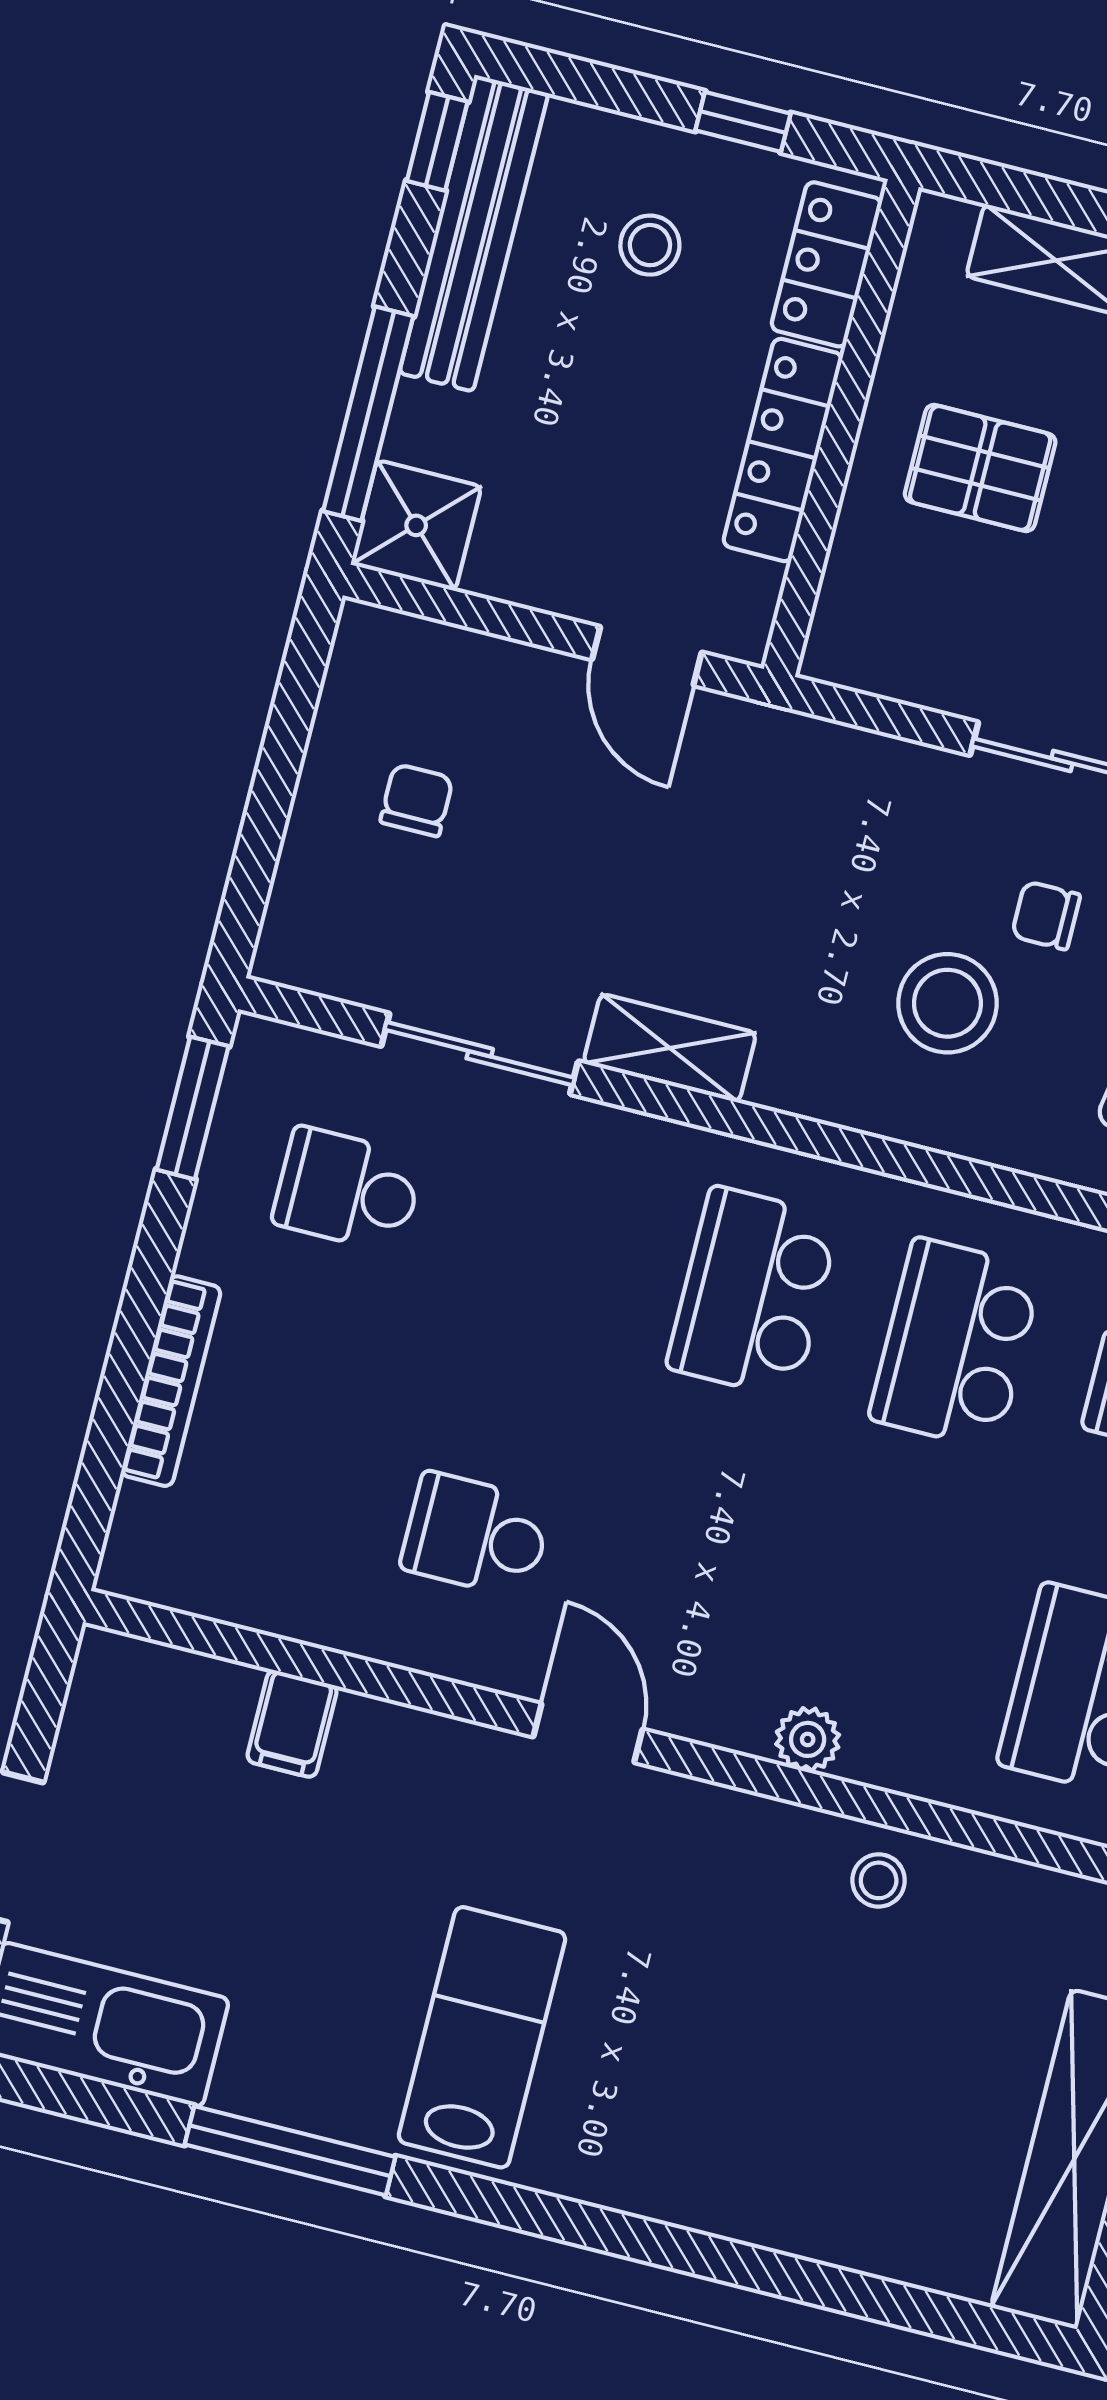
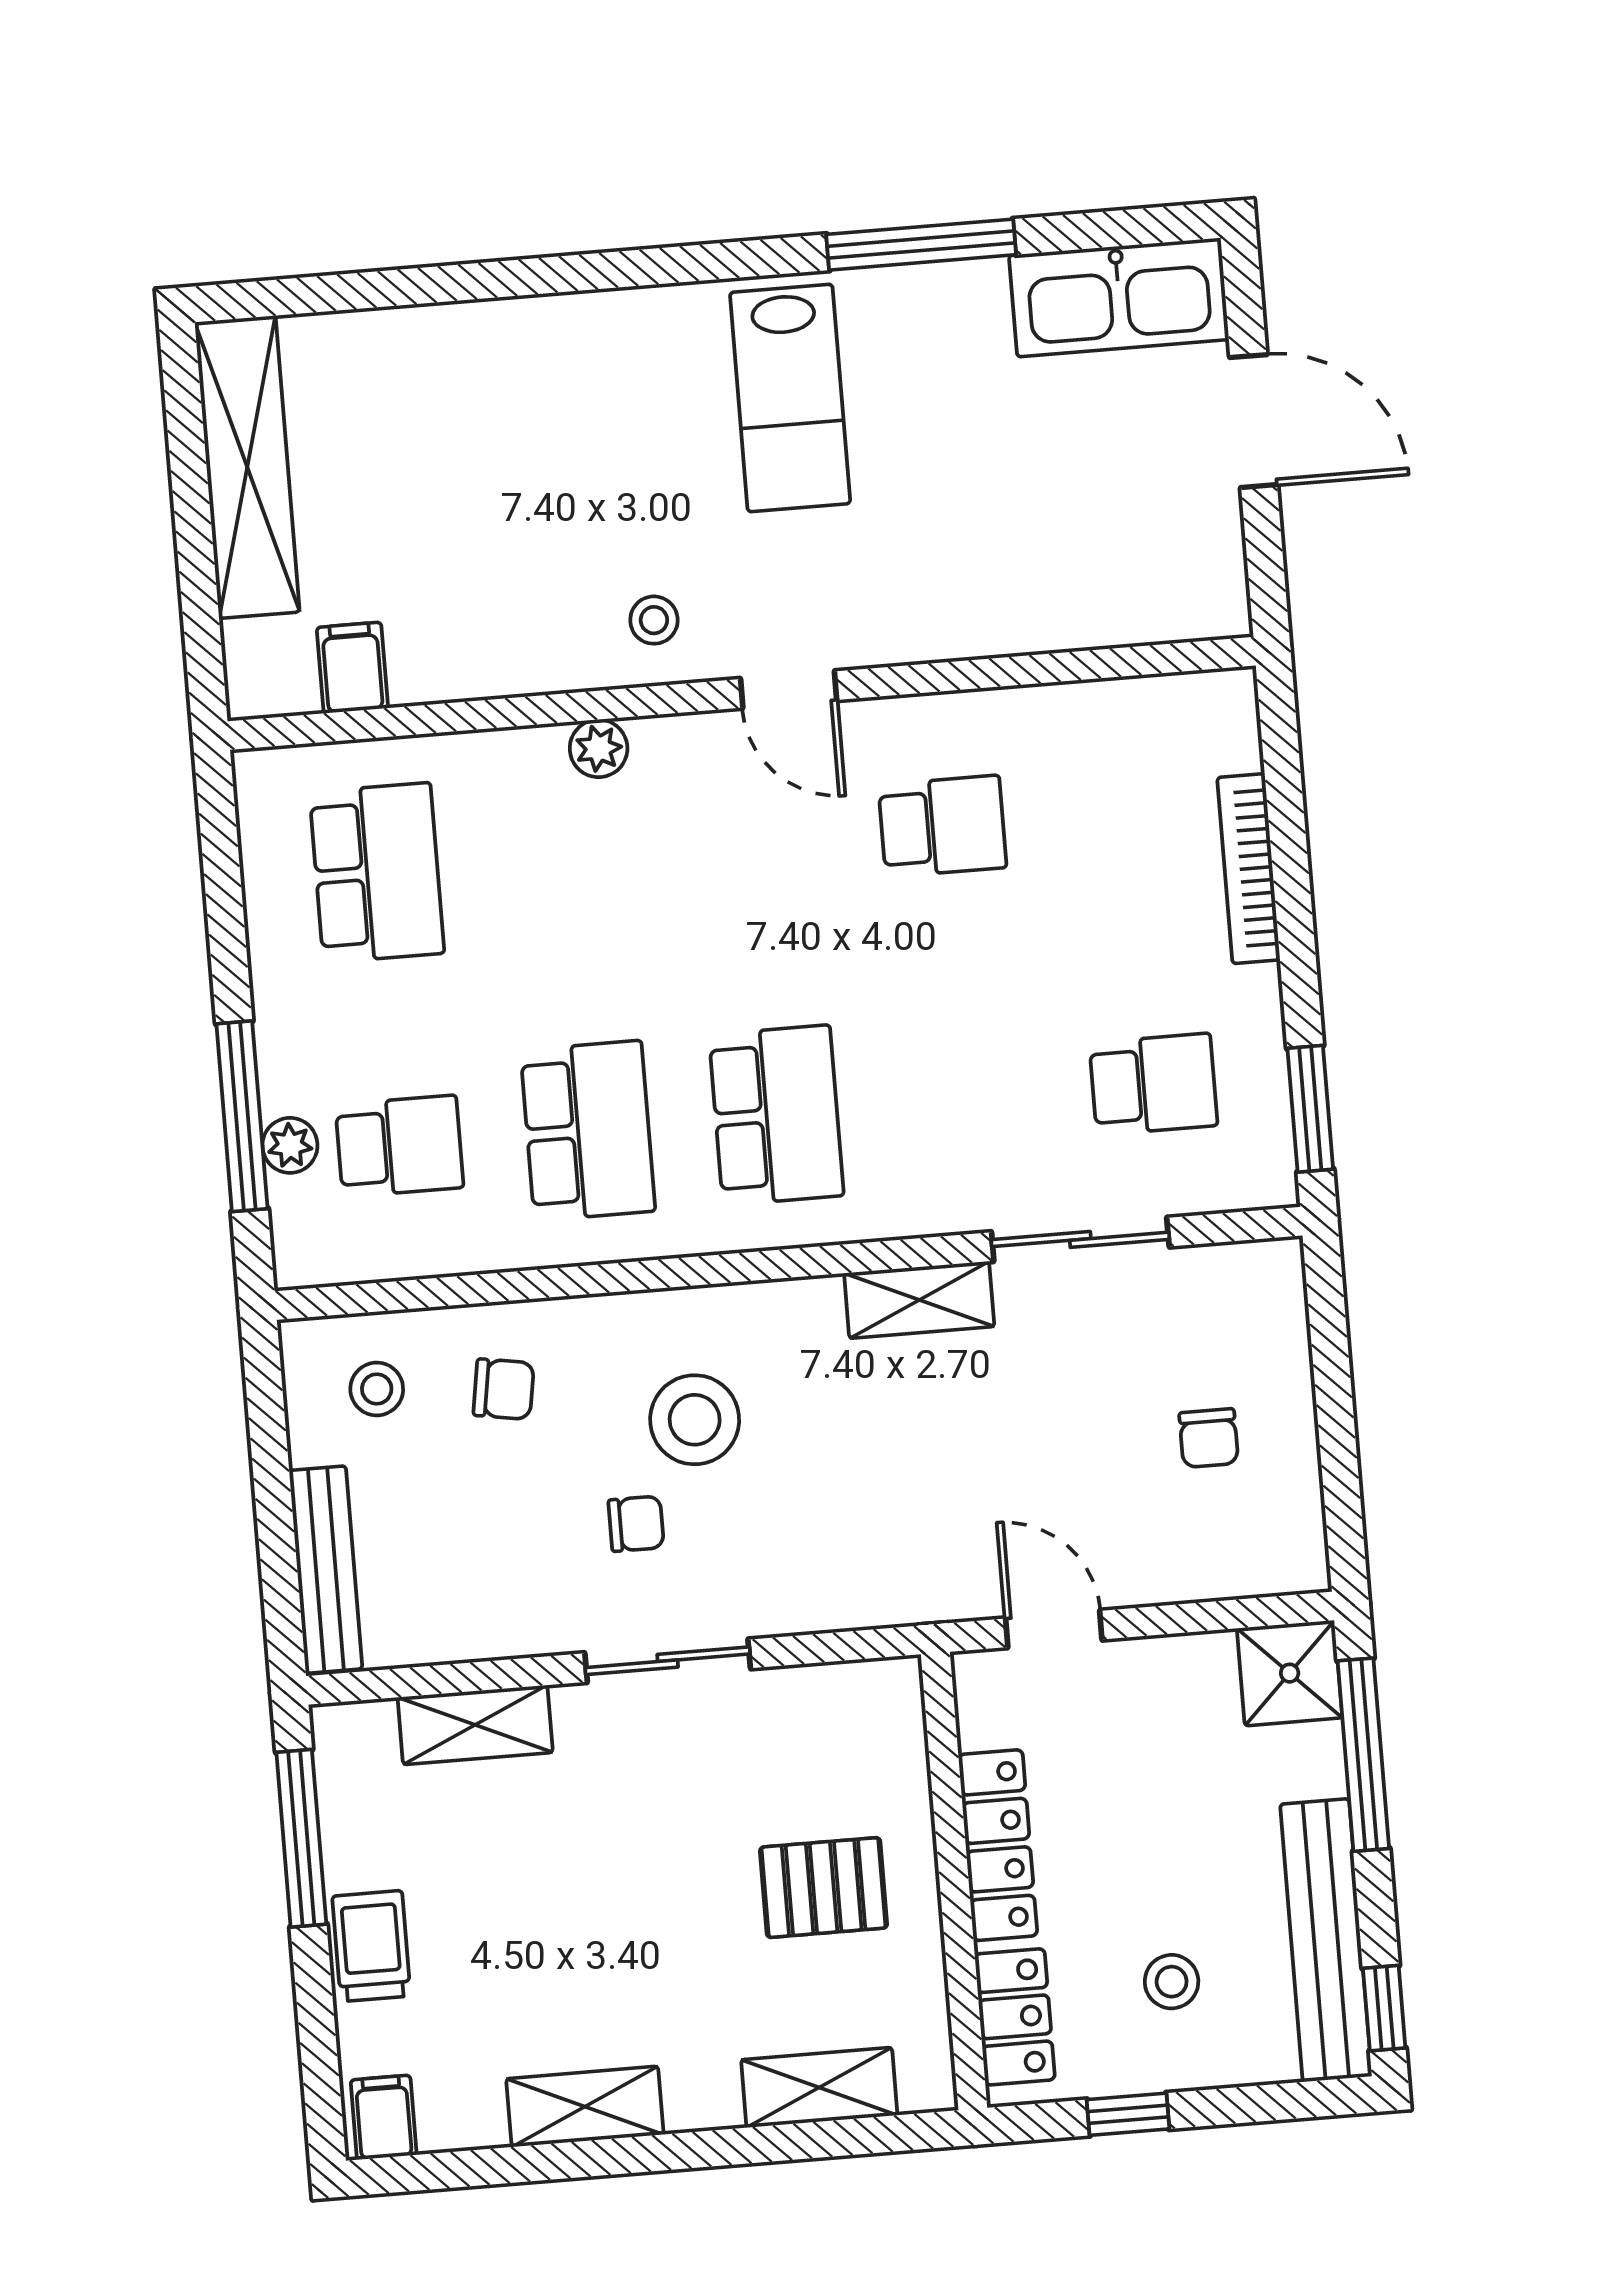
filing cabinet: (292, 1724) -> (352, 668), moved
stool: (879, 1880) -> (654, 620), moved

